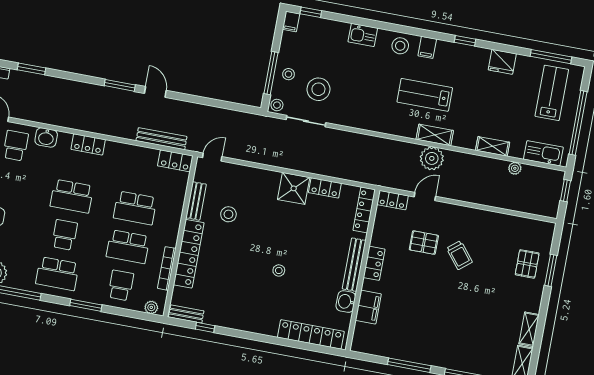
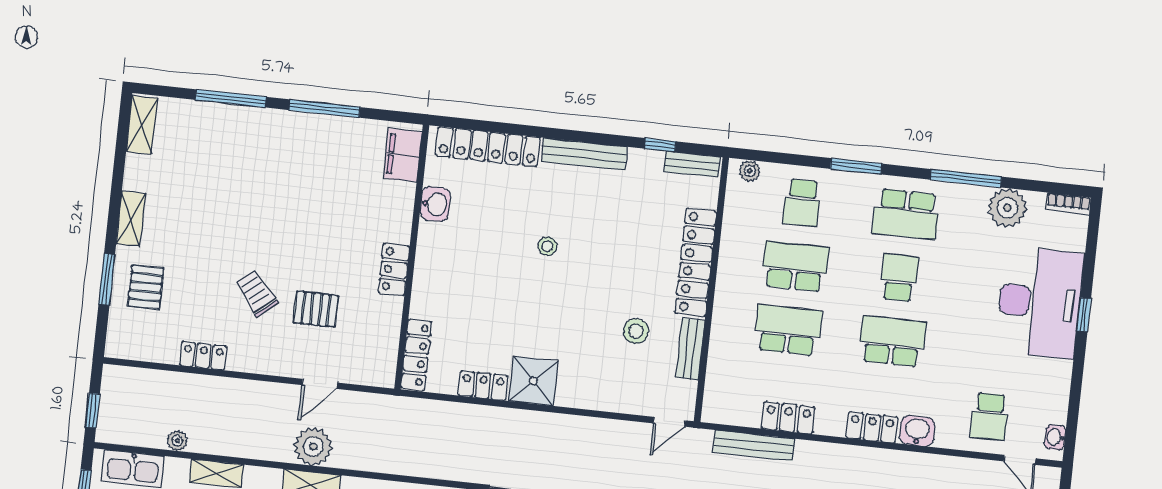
washbasin: (46, 137) -> (917, 431), moved
locker: (175, 161) -> (788, 418), moved
locker: (392, 200) -> (203, 356), moved
school desk: (65, 235) -> (899, 278), turned 180
bench: (354, 265) -> (585, 154), moved, turned 90
bookcase: (167, 268) -> (729, 236), removed
school desk: (57, 274) -> (906, 214), turned 180
filing cabinet: (368, 307) -> (403, 155), moved
shelving: (529, 329) -> (131, 219), moved

